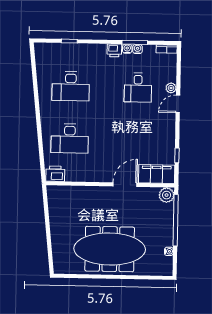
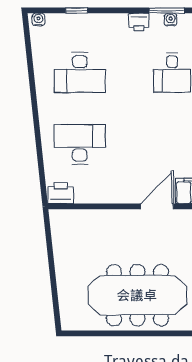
water cooler: (127, 49) -> (38, 20), moved
desk: (70, 138) -> (80, 144), turned 180

